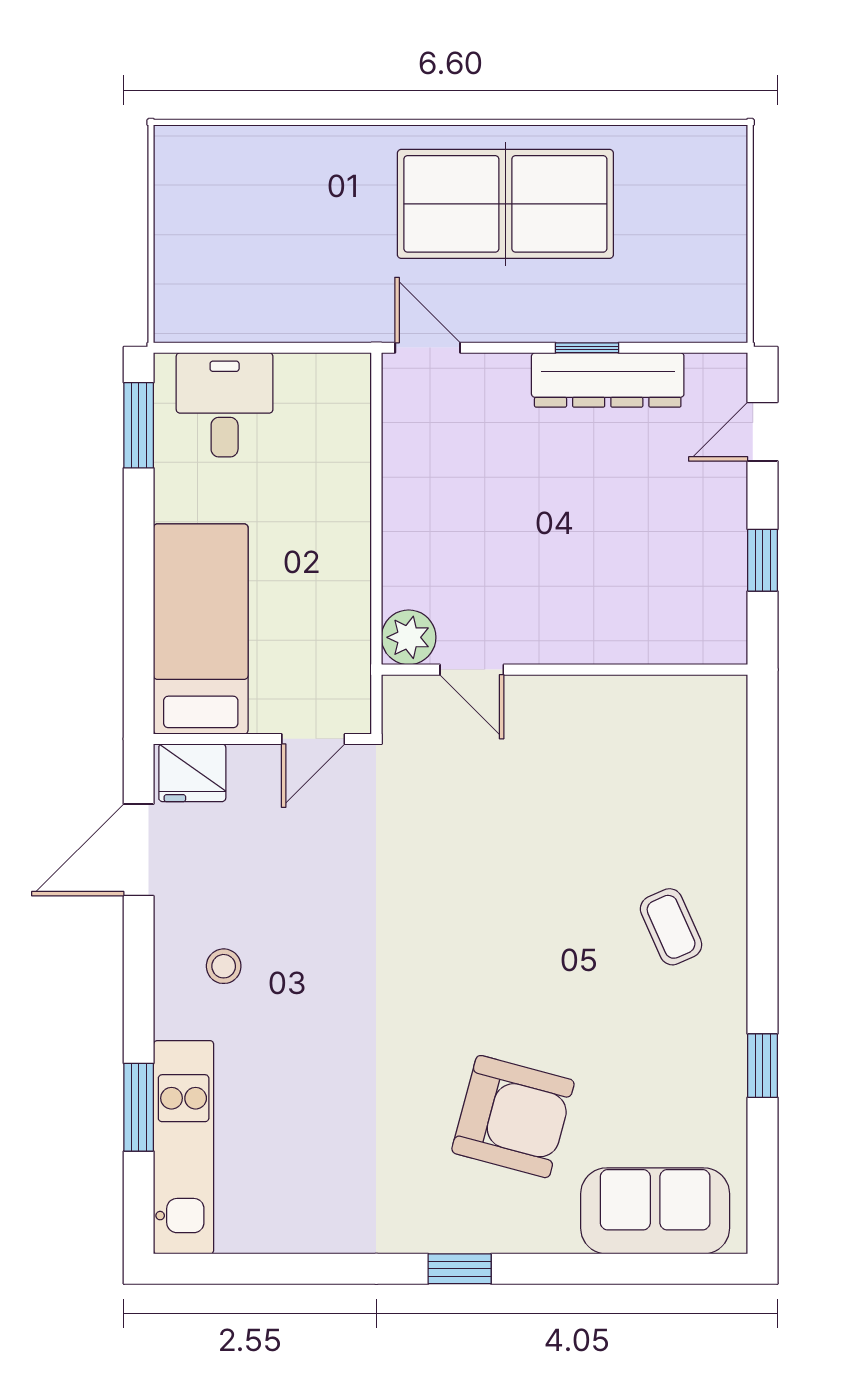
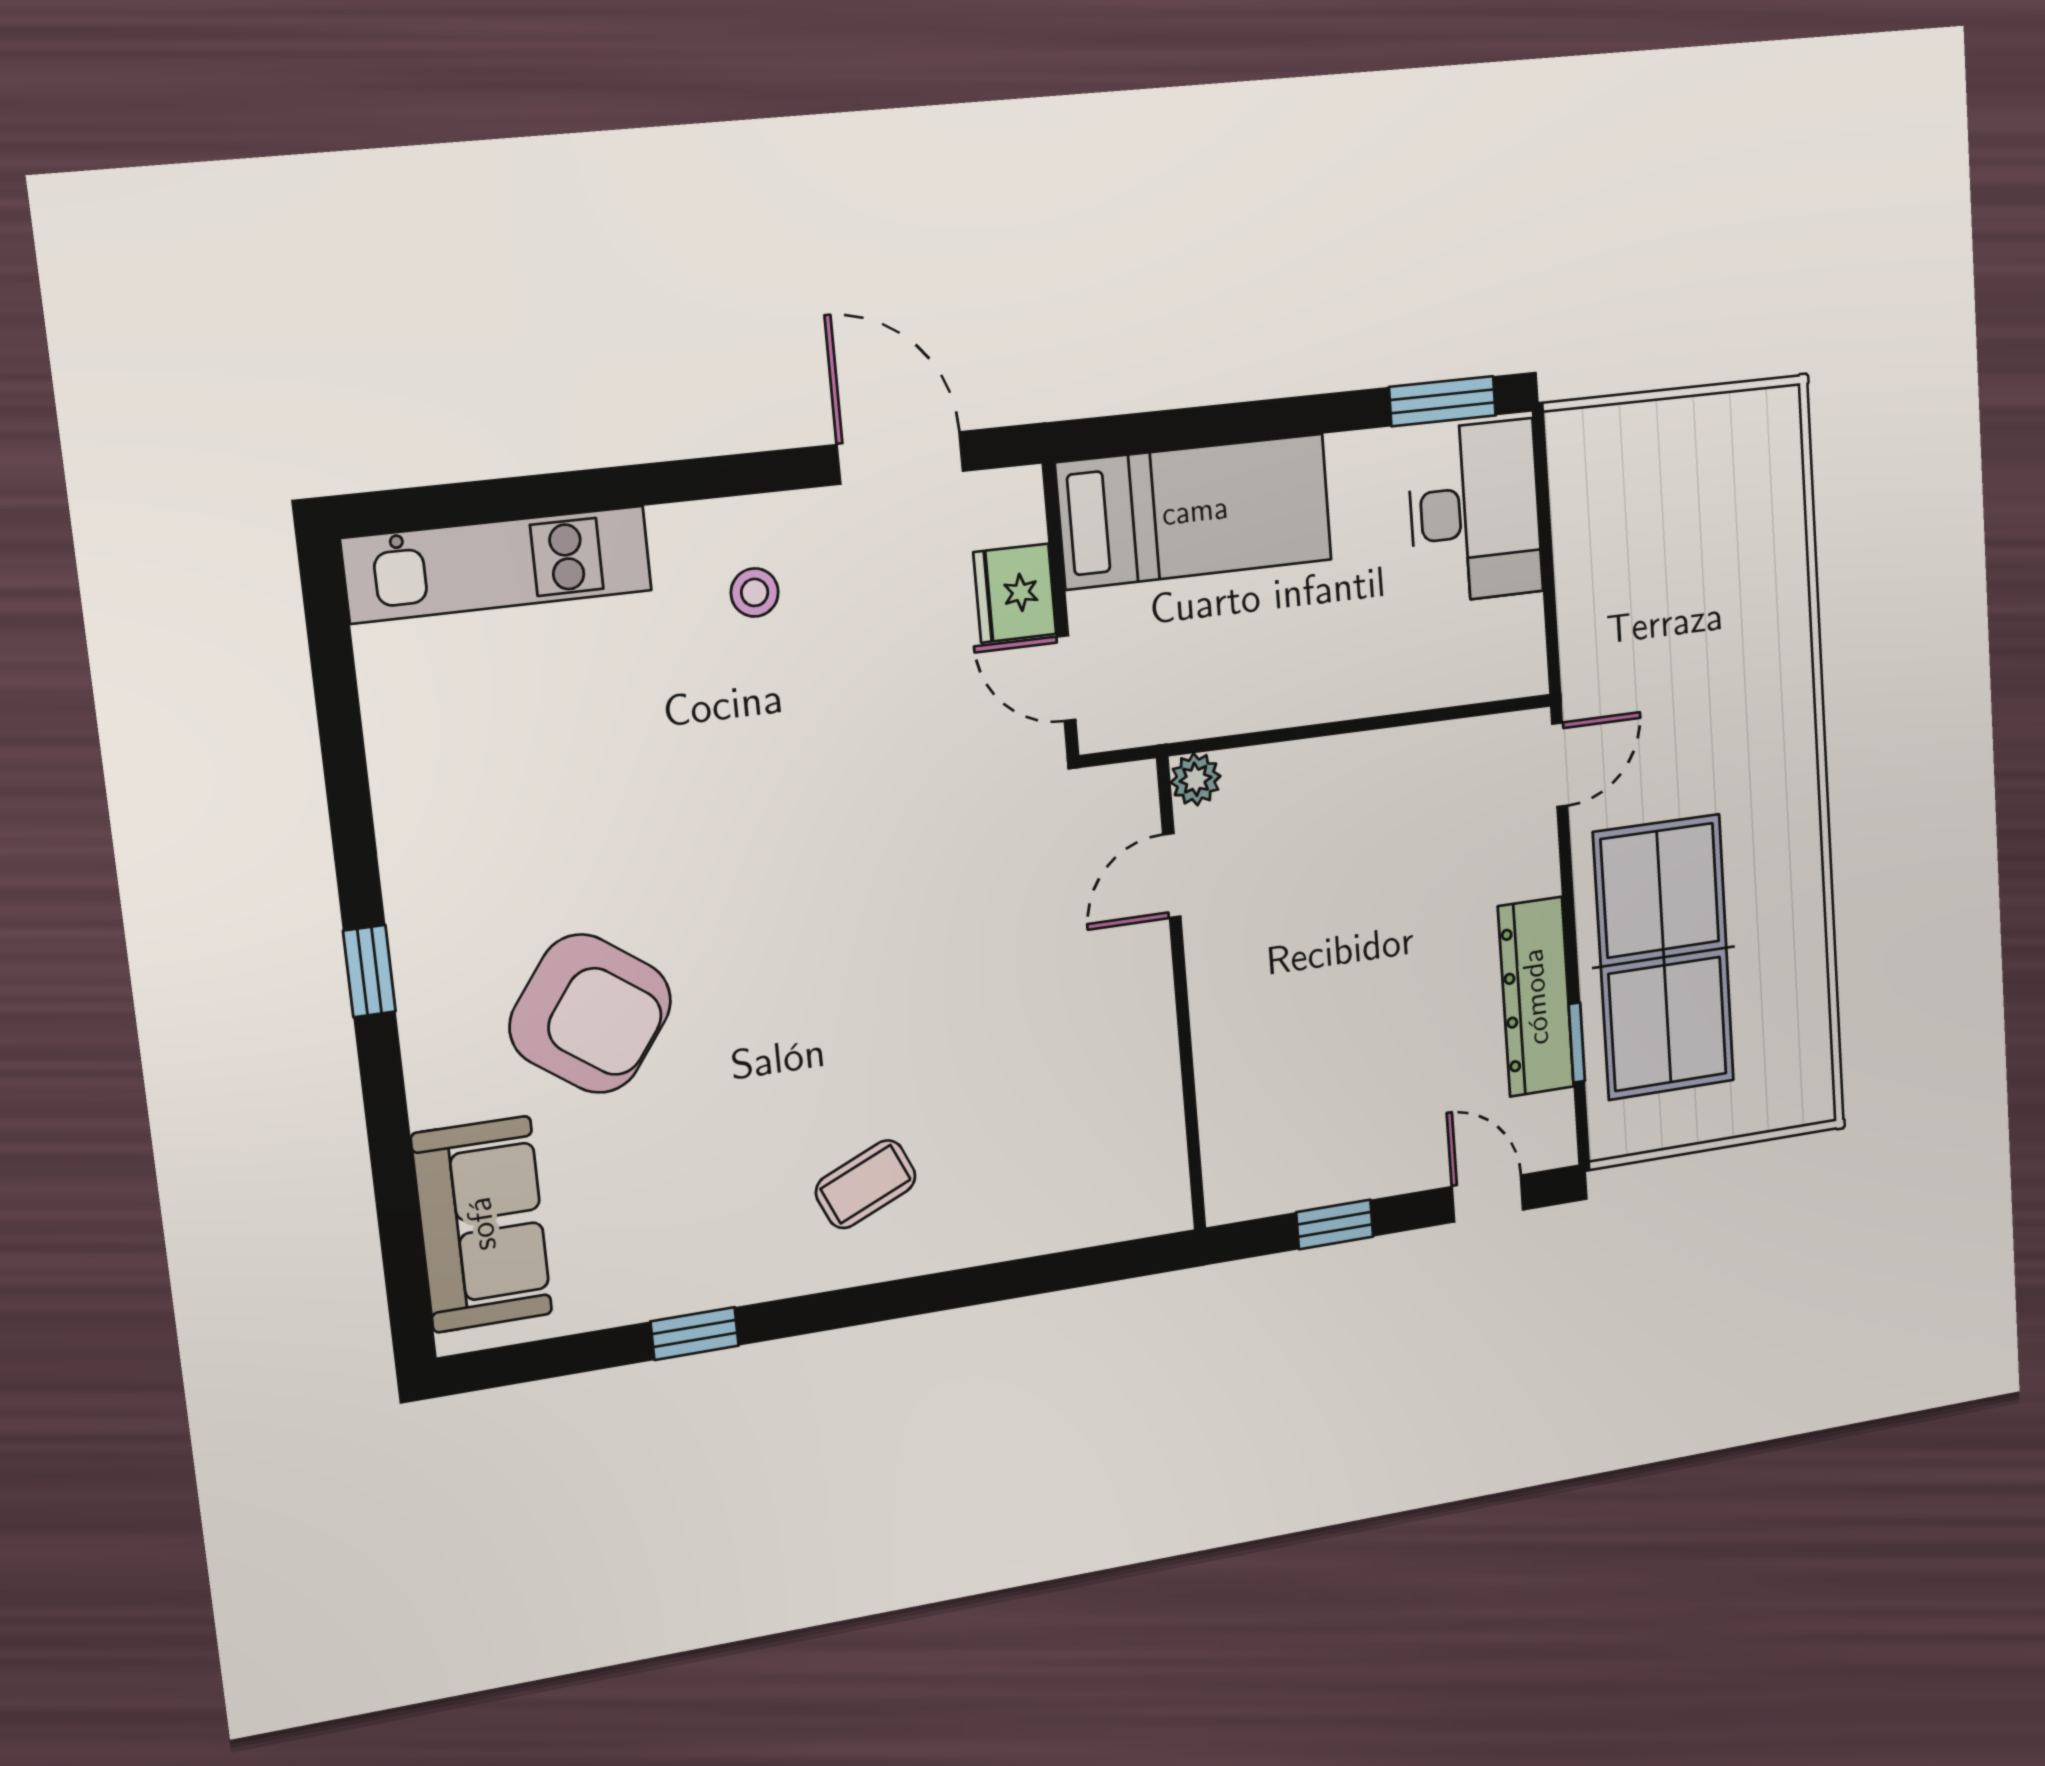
table tennis table: (505, 204) -> (1664, 957), moved
window: (587, 348) -> (1577, 1043), moved
desk: (225, 405) -> (1475, 512), width x1.37
plant: (409, 637) -> (1196, 779), width x0.73, depth x0.73
fridge: (192, 773) -> (1015, 593), moved
window: (139, 1107) -> (547, 495), removed
armchair: (513, 1117) -> (590, 1014), turned -69

